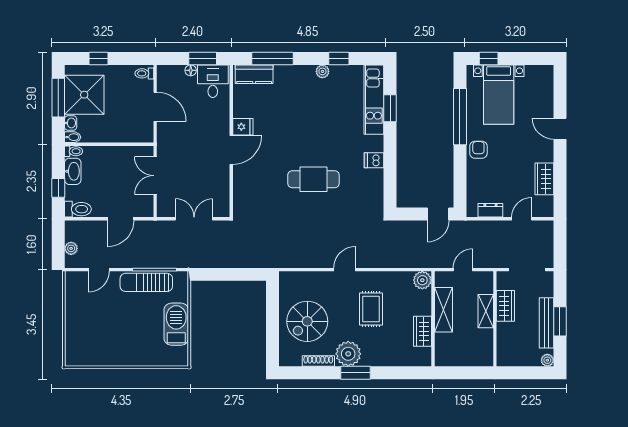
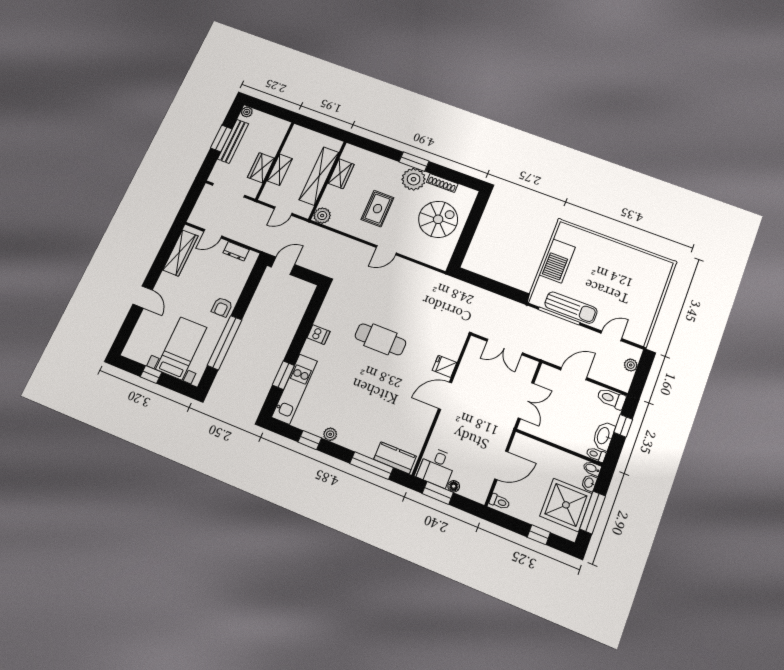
window: (489, 58) -> (151, 374), moved
door: (155, 107) -> (501, 465), swing flipped
fridge: (243, 127) -> (444, 366), moved
wardrobe: (544, 179) -> (180, 253), width x1.50
shelving: (443, 310) -> (319, 176), width x1.47

